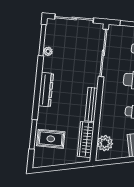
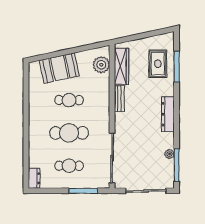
bench: (91, 104) -> (119, 99), width x0.73
rug: (51, 139) -> (158, 64), turned 90

